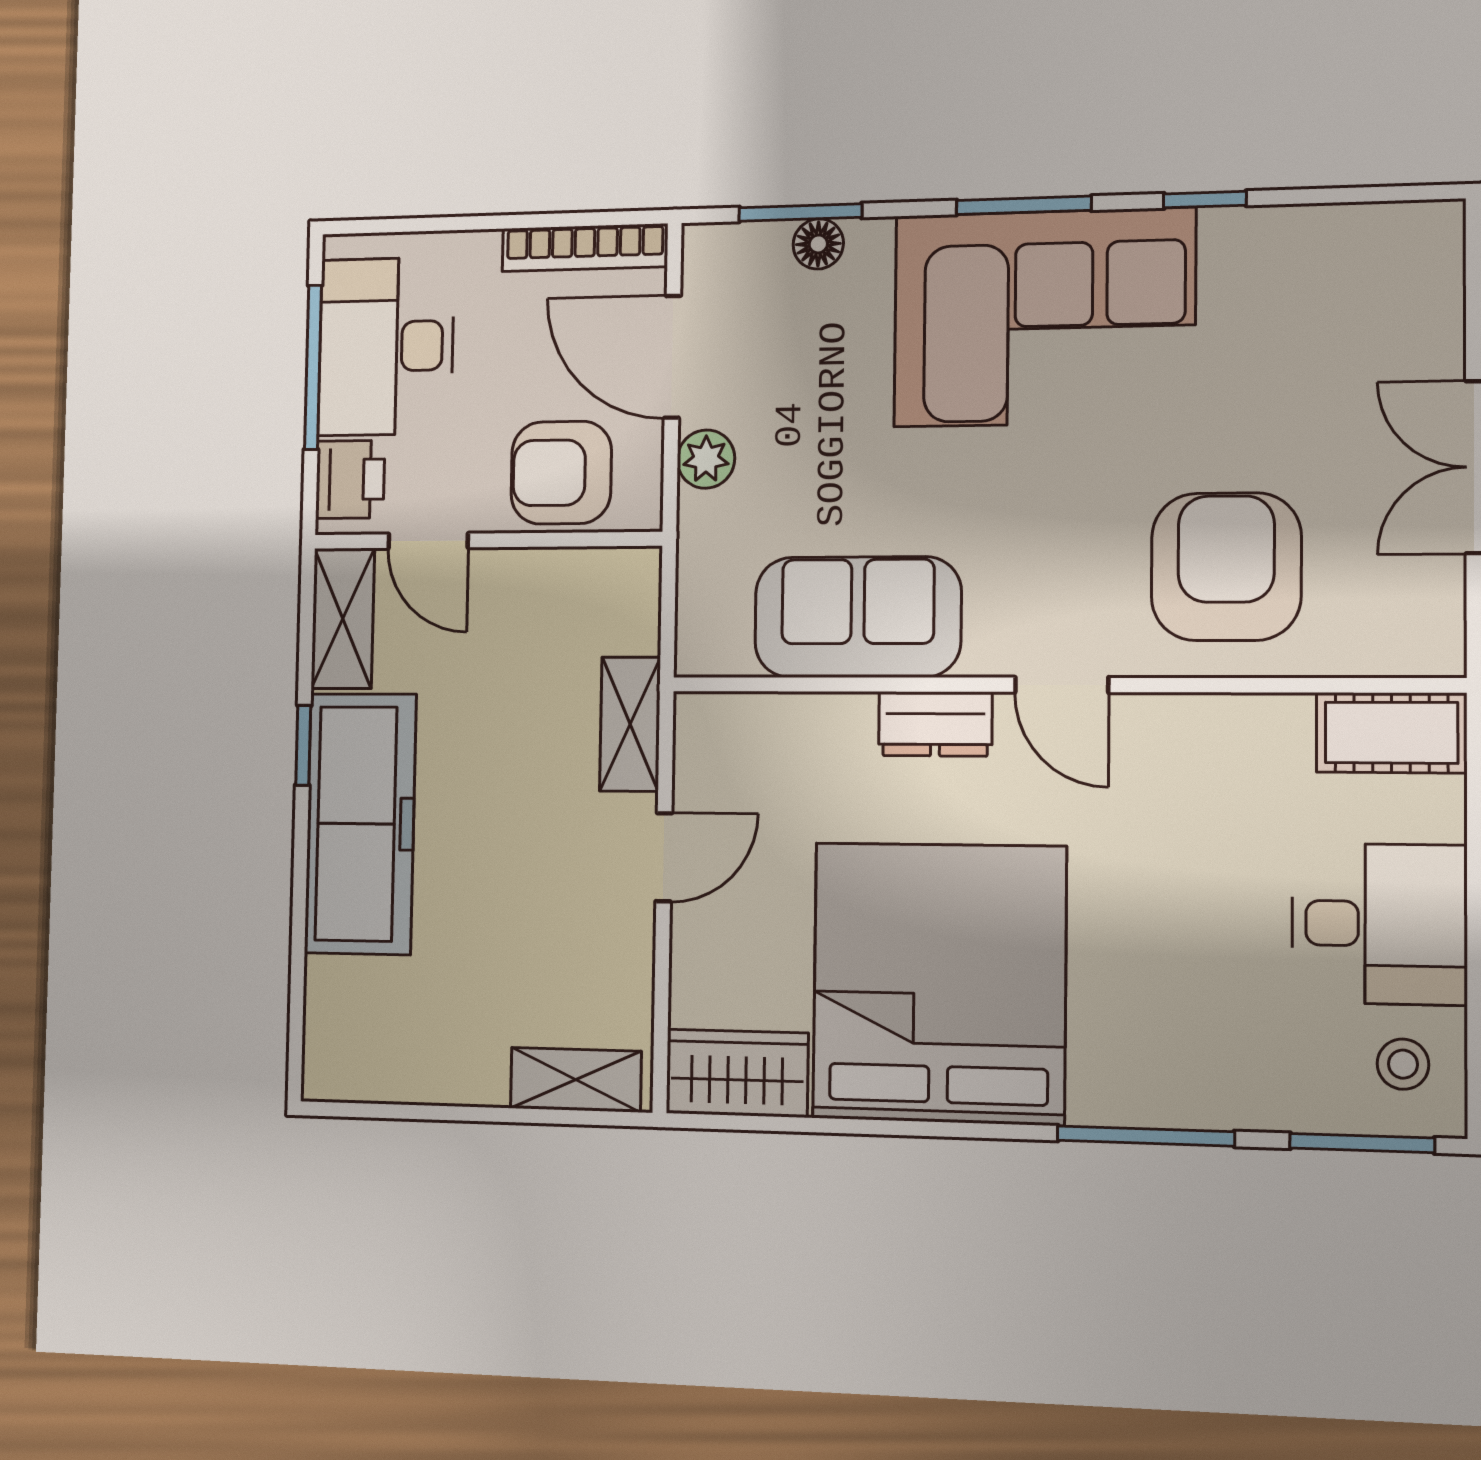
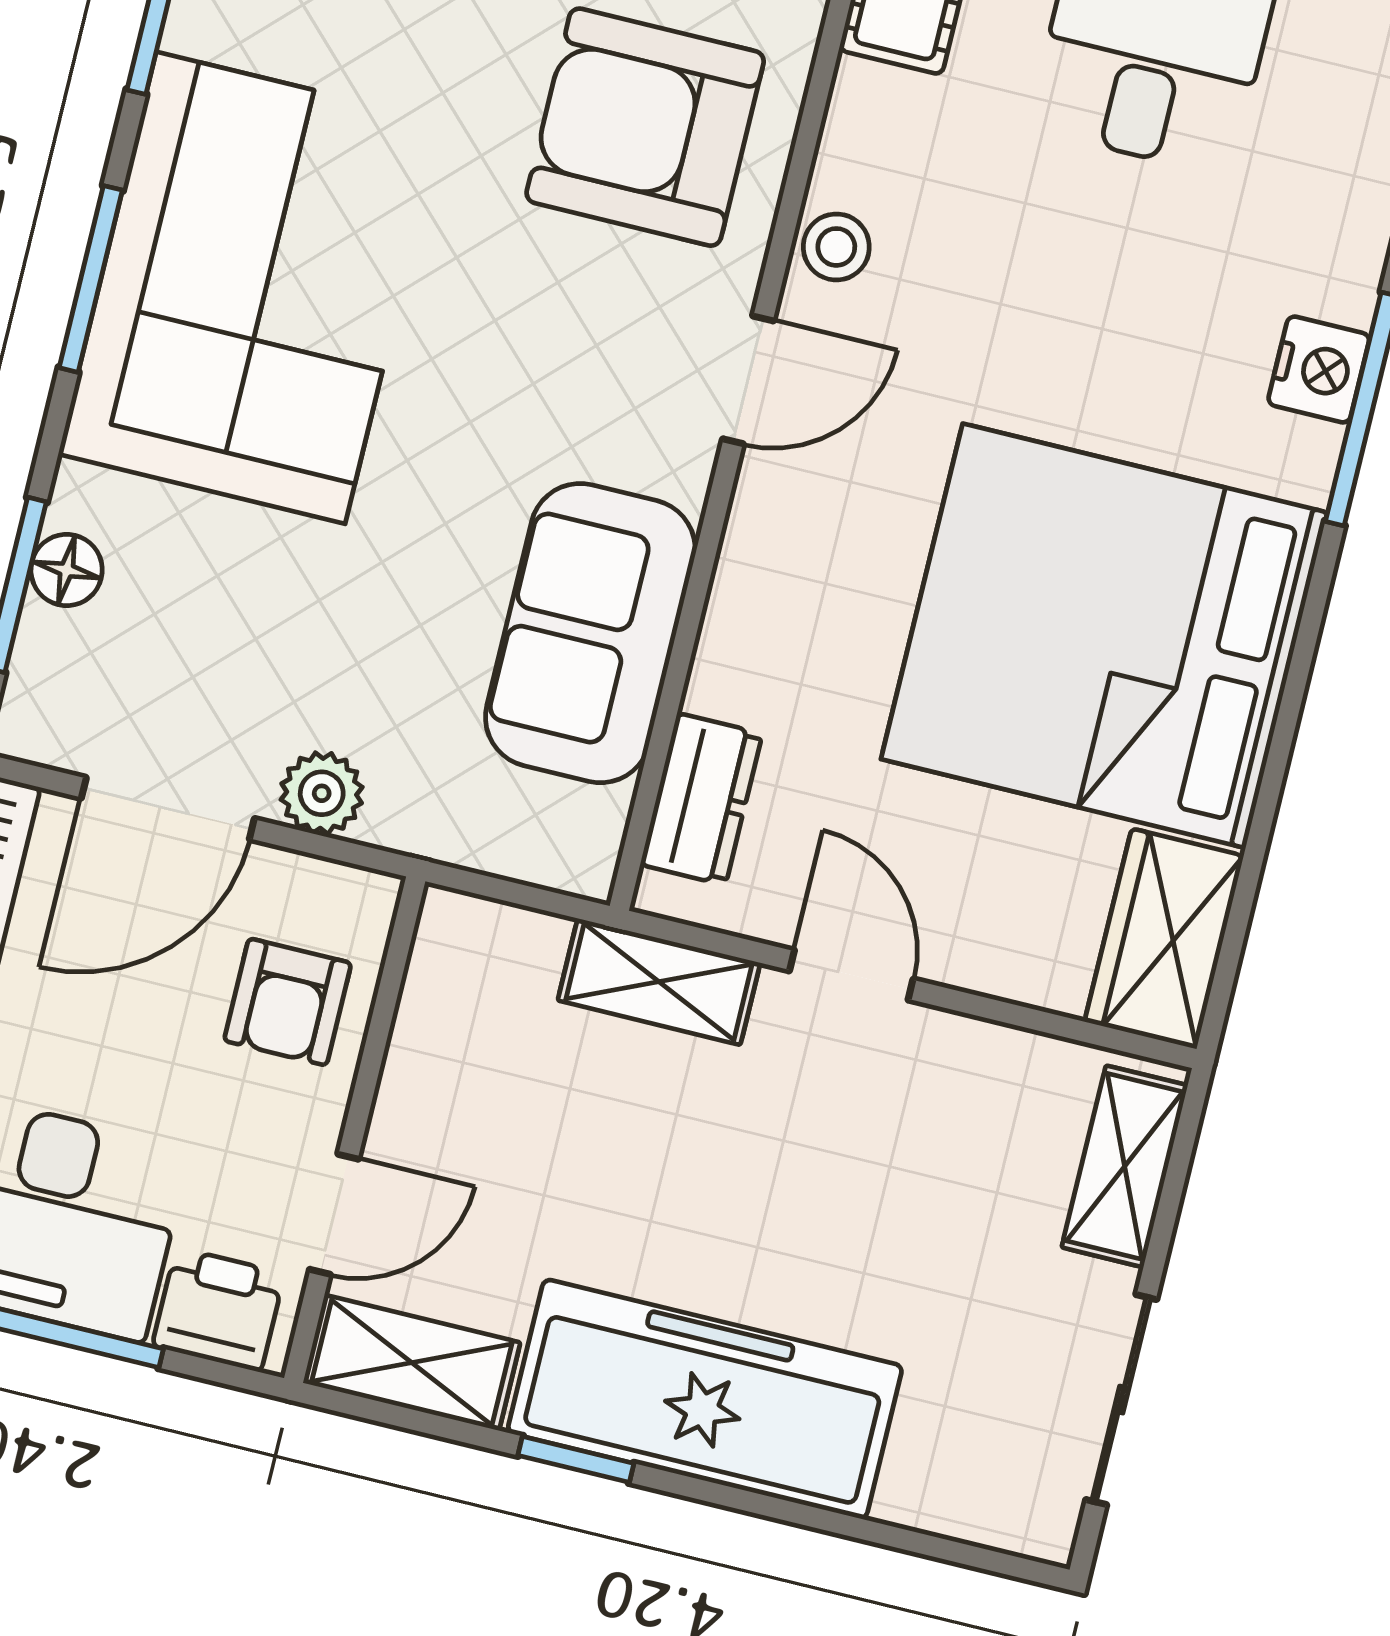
armchair: (561, 473) -> (288, 1002), width x0.72, depth x0.72
dresser: (935, 724) -> (701, 799), moved
stool: (1403, 1064) -> (836, 247), moved
nightstand: (1167, 1097) -> (1319, 370), added
sliding door: (419, 1112) -> (1121, 1400), added

